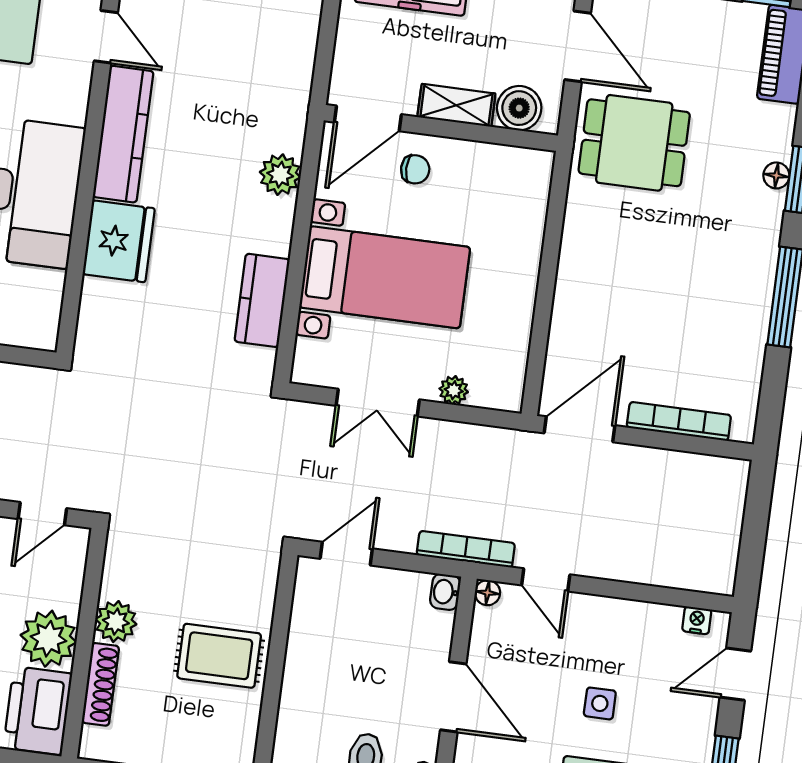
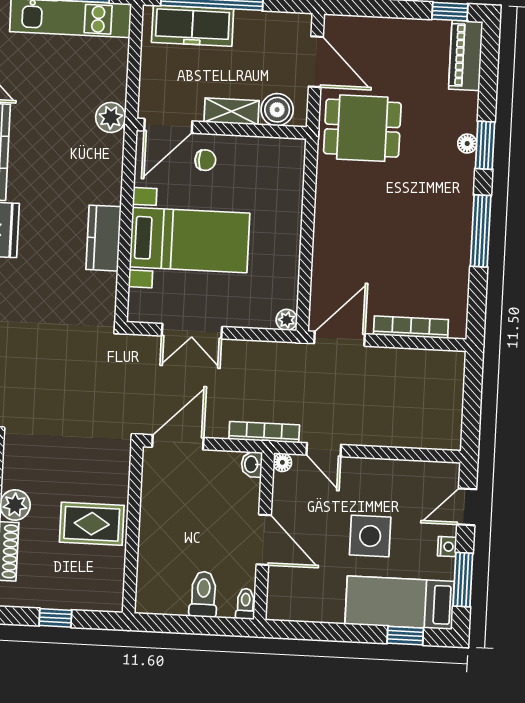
plant: (280, 175) -> (111, 117), moved
kitchen counter: (262, 300) -> (103, 238), moved
plant: (454, 390) -> (287, 320), moved
door: (346, 554) -> (178, 442), width x1.38
nightstand: (697, 620) -> (447, 547), moved, turned 90
side table: (600, 703) -> (370, 536), width x1.87, depth x1.87

